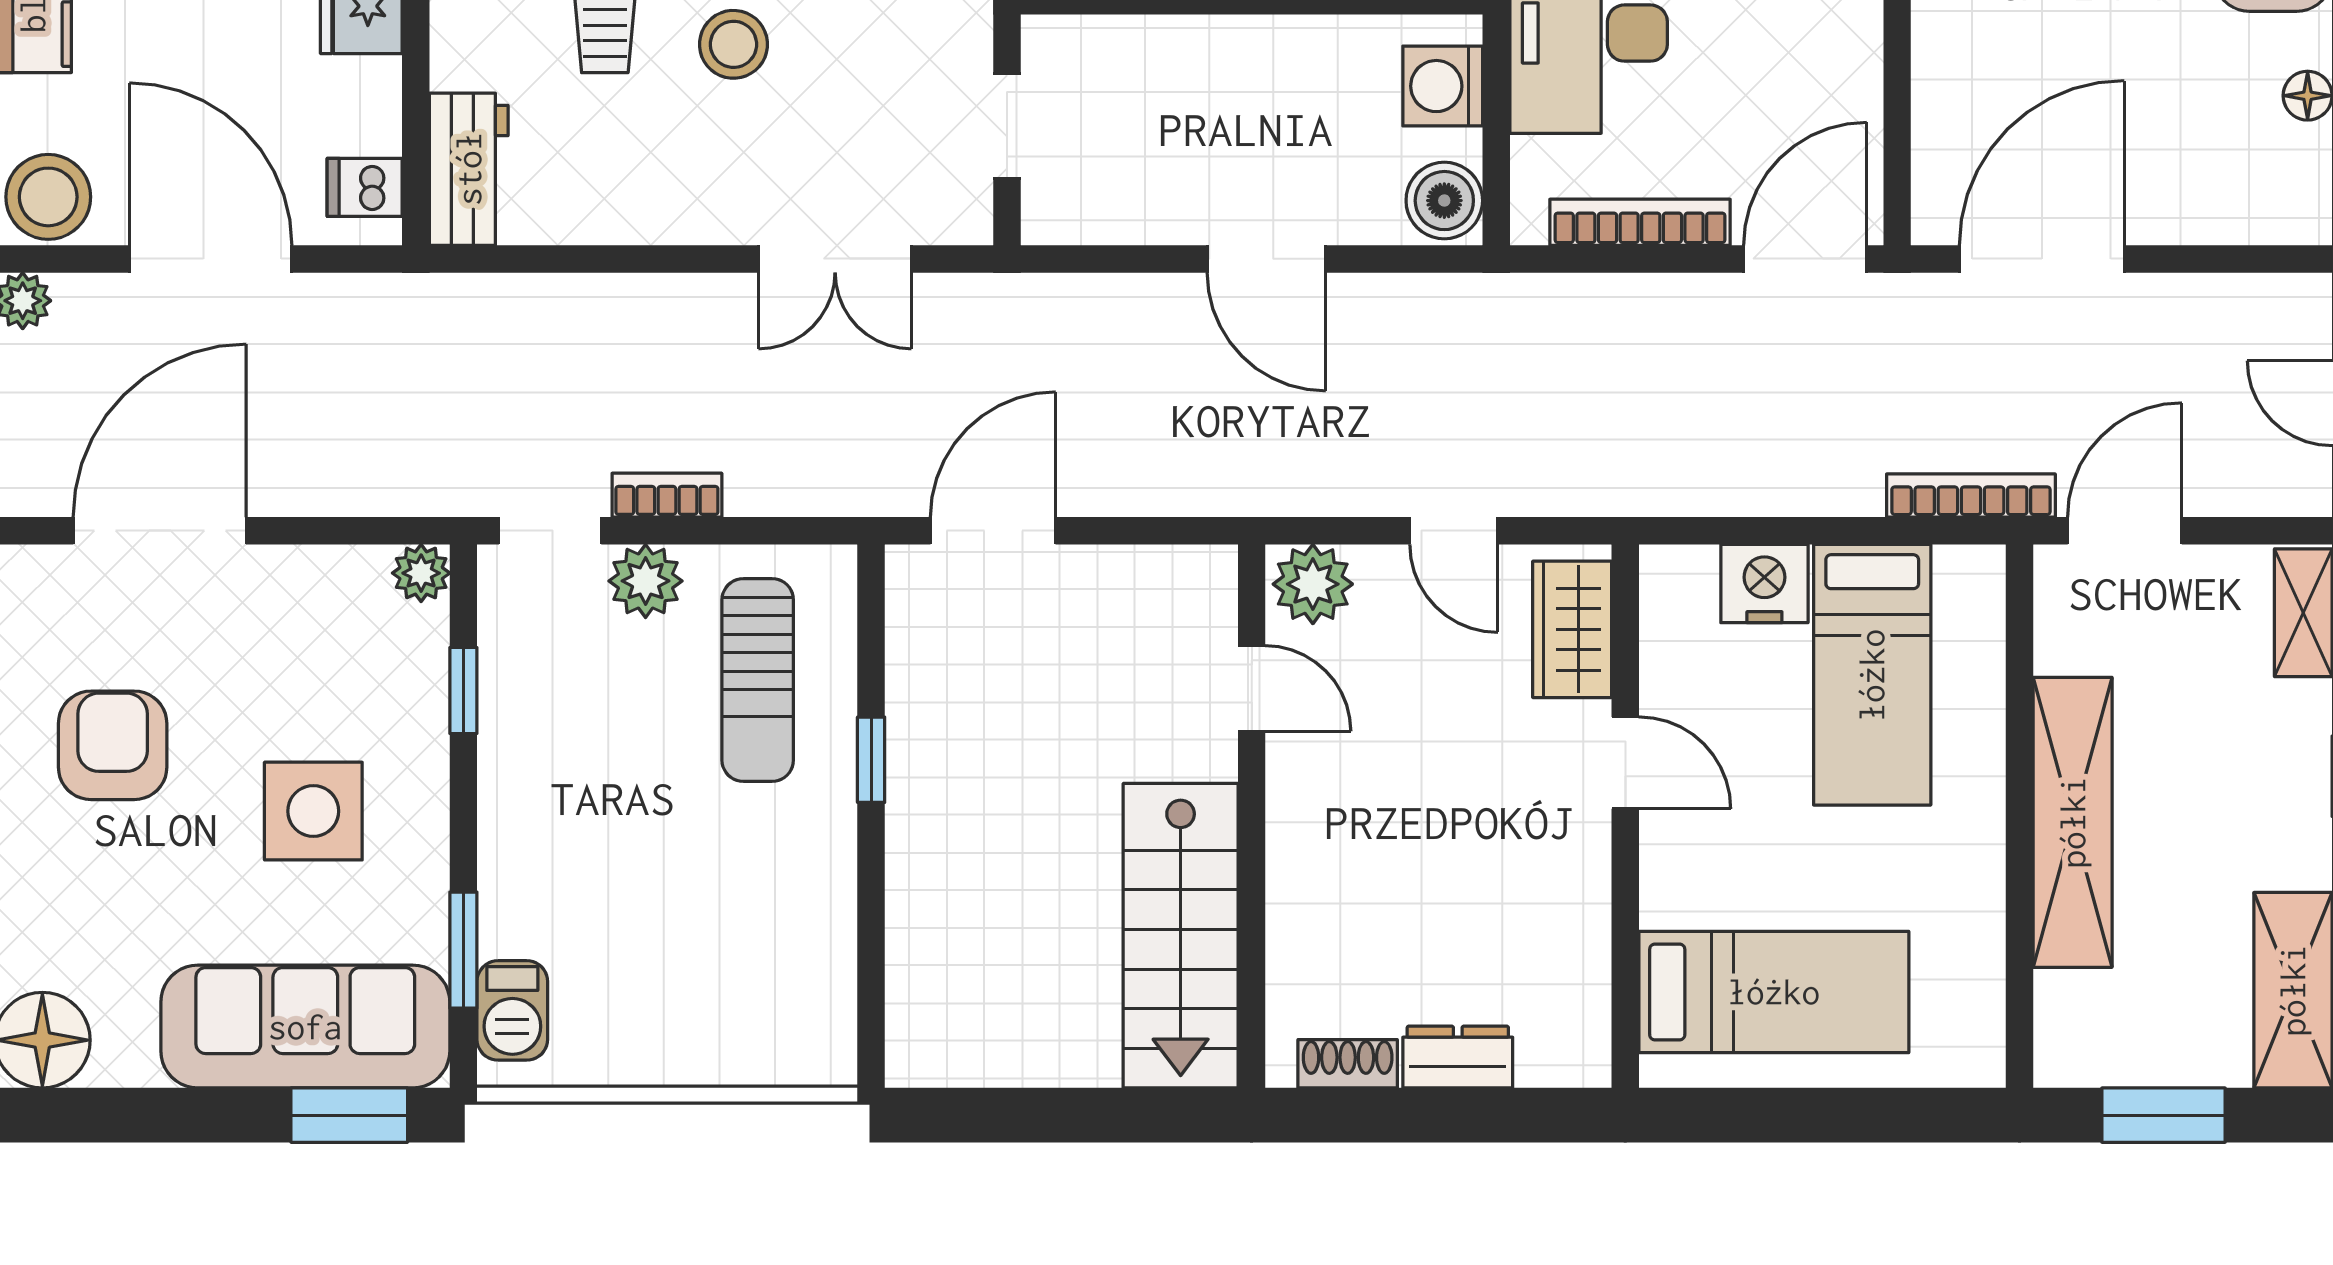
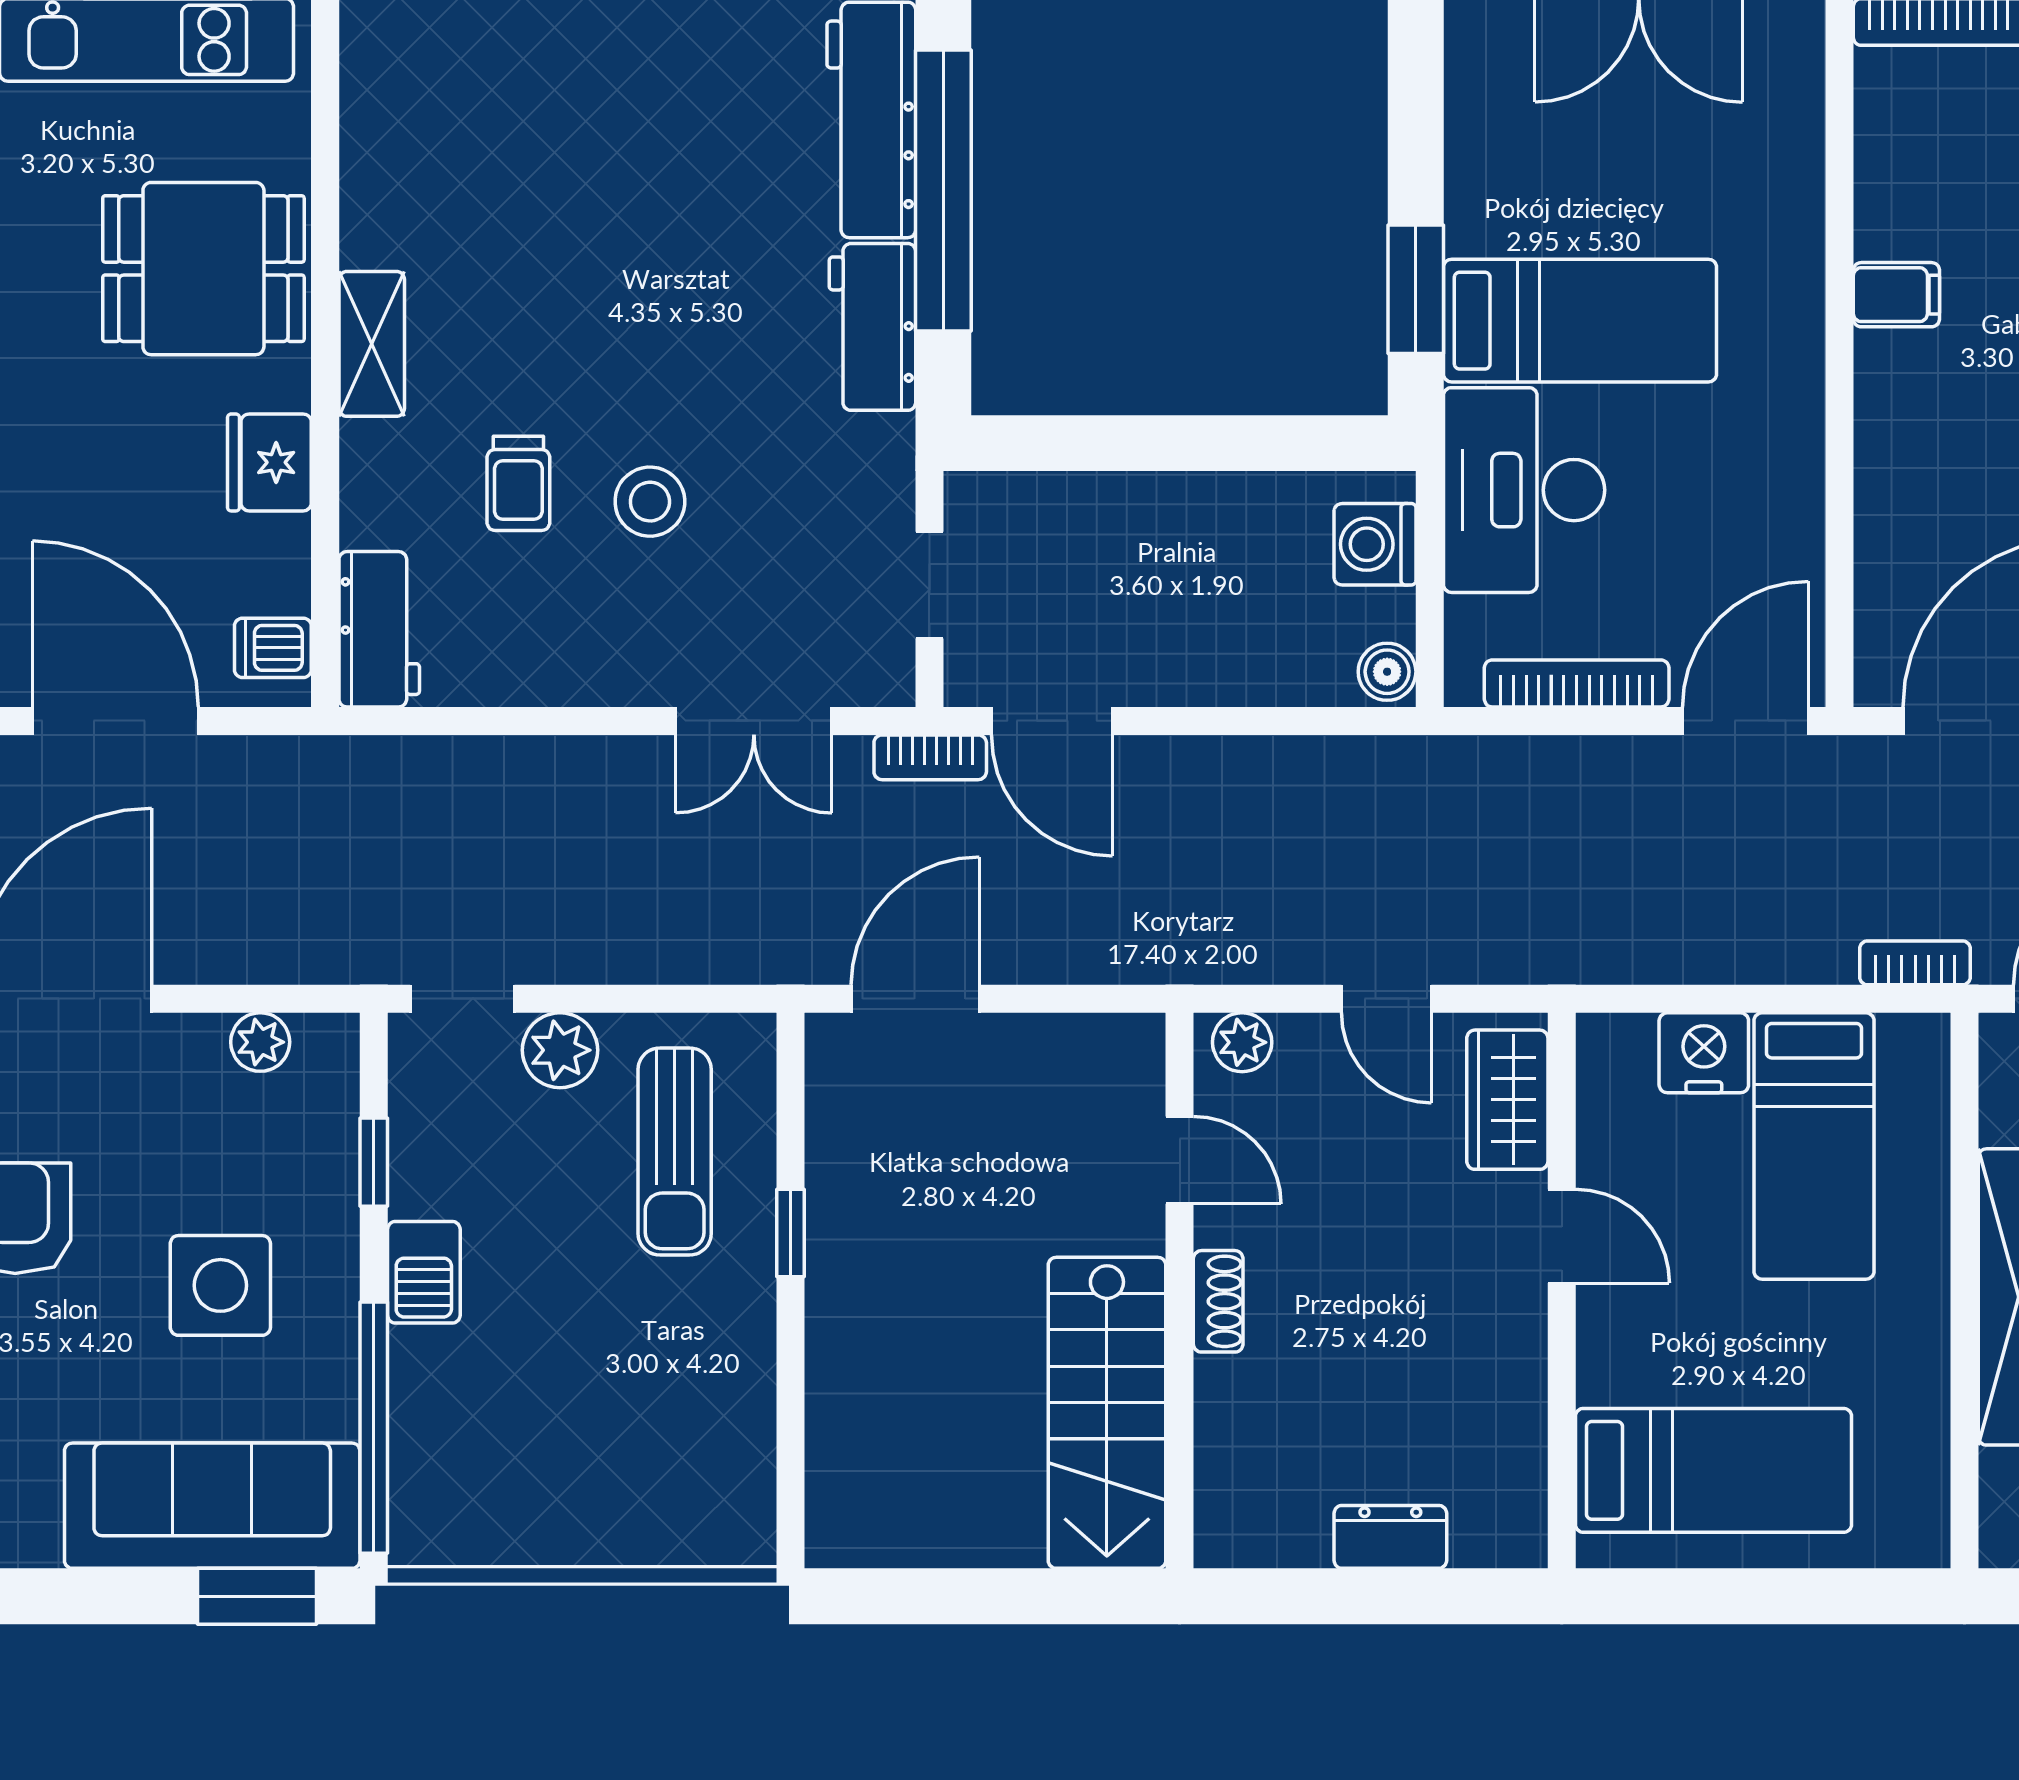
boiler: (1444, 201) -> (1387, 672), width x0.73, depth x0.73
door: (1266, 259) -> (1052, 721), moved
bookcase: (667, 495) -> (930, 757), moved, turned 180
bookcase: (1971, 496) -> (1915, 963), width x0.64
plant: (421, 573) -> (260, 1042), moved
plant: (1313, 584) -> (1242, 1042), width x0.73, depth x0.73
window: (463, 950) -> (374, 1428), width x2.11
barbecue: (512, 1010) -> (424, 1272), moved
shoe rack: (1348, 1064) -> (1218, 1301), moved, turned 90

